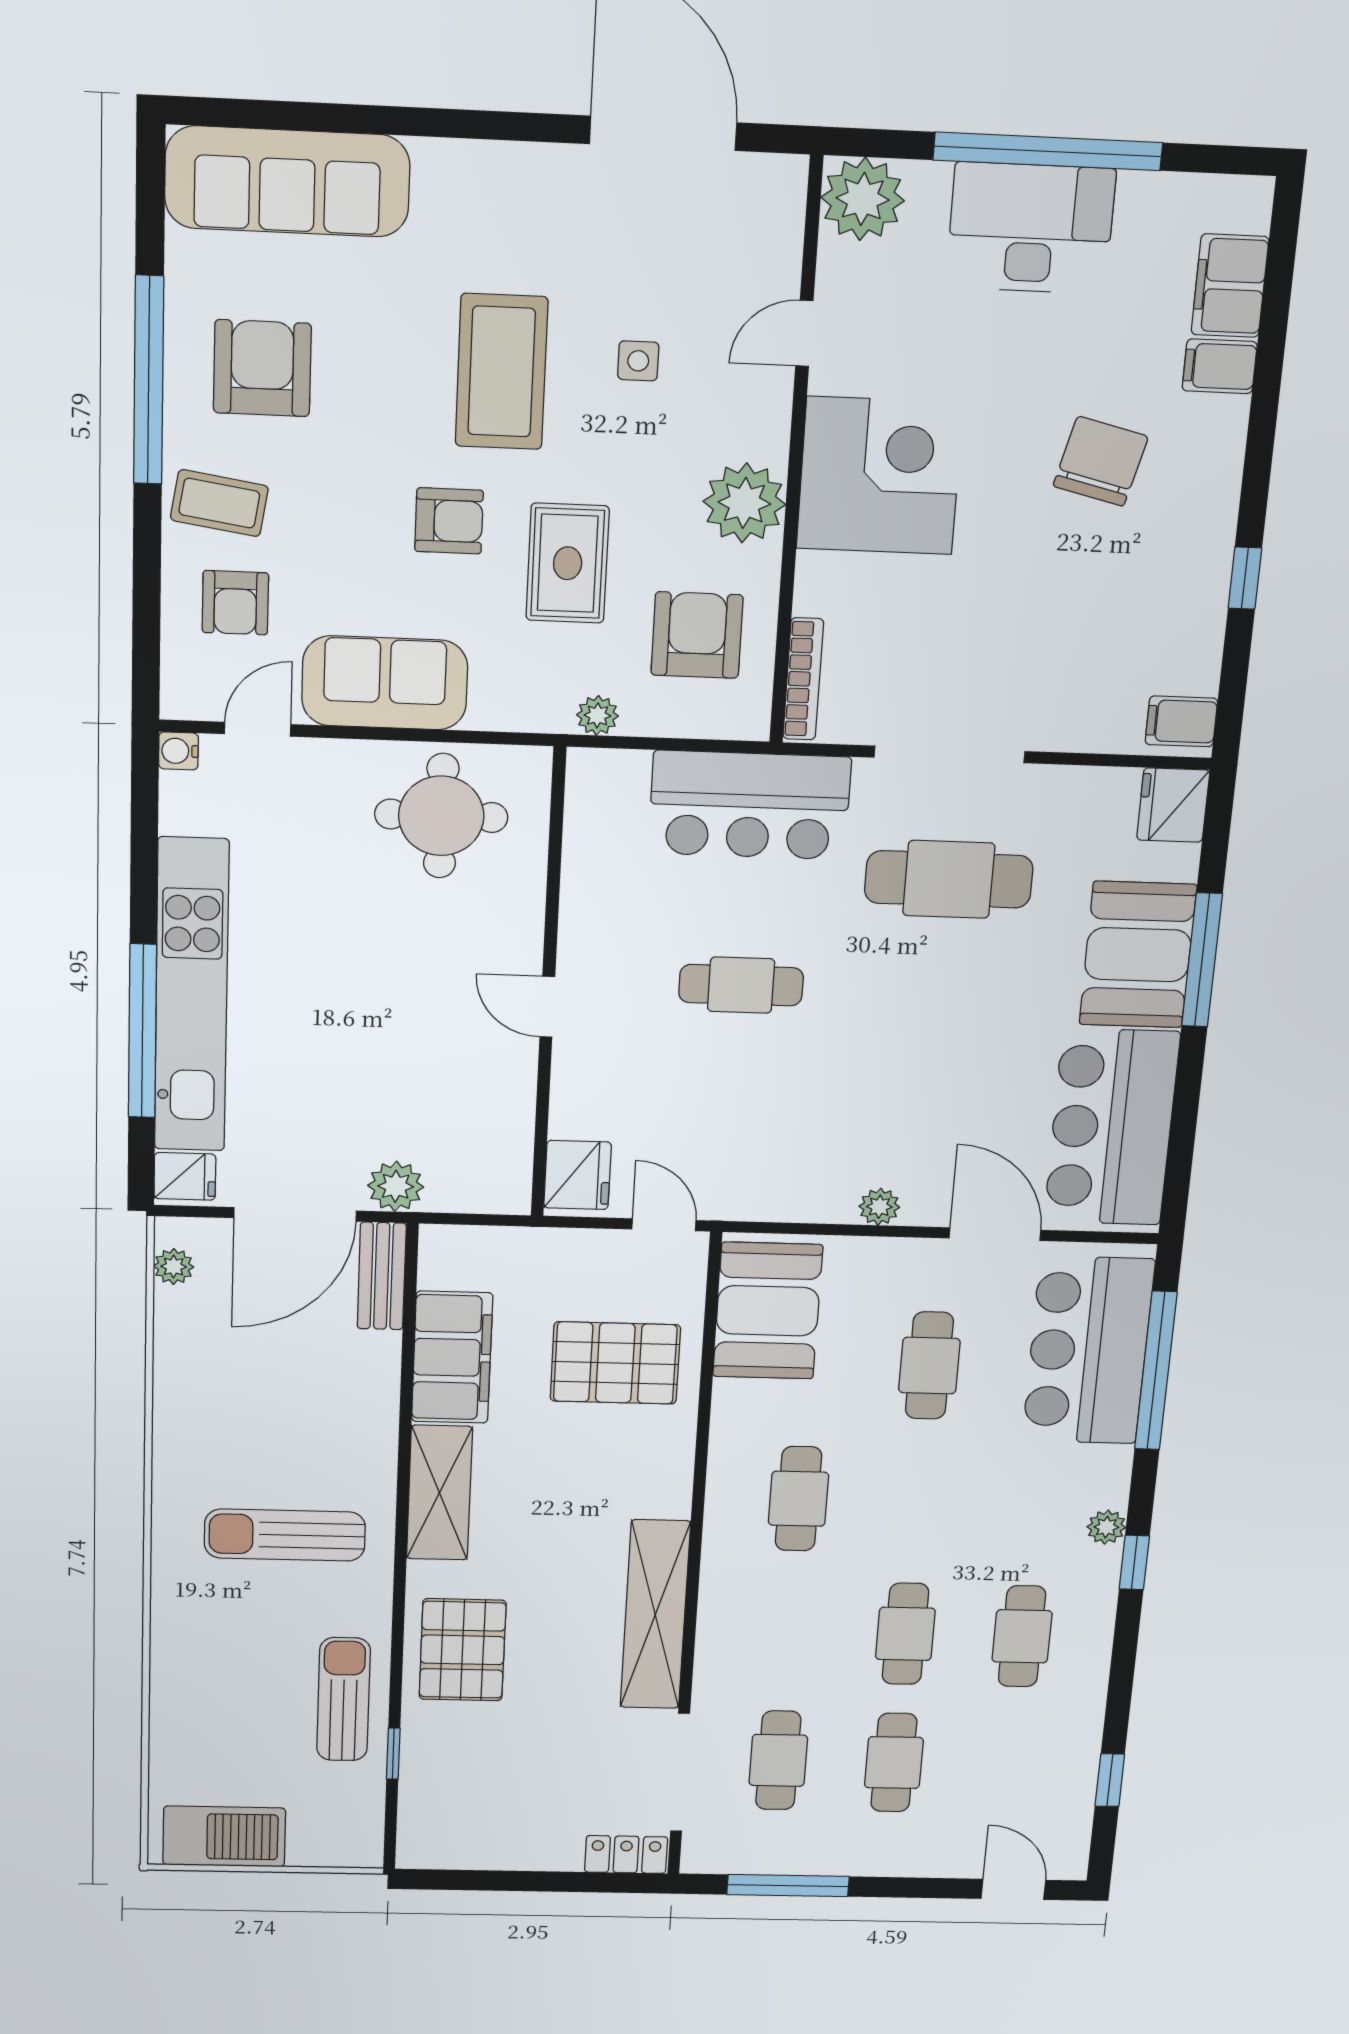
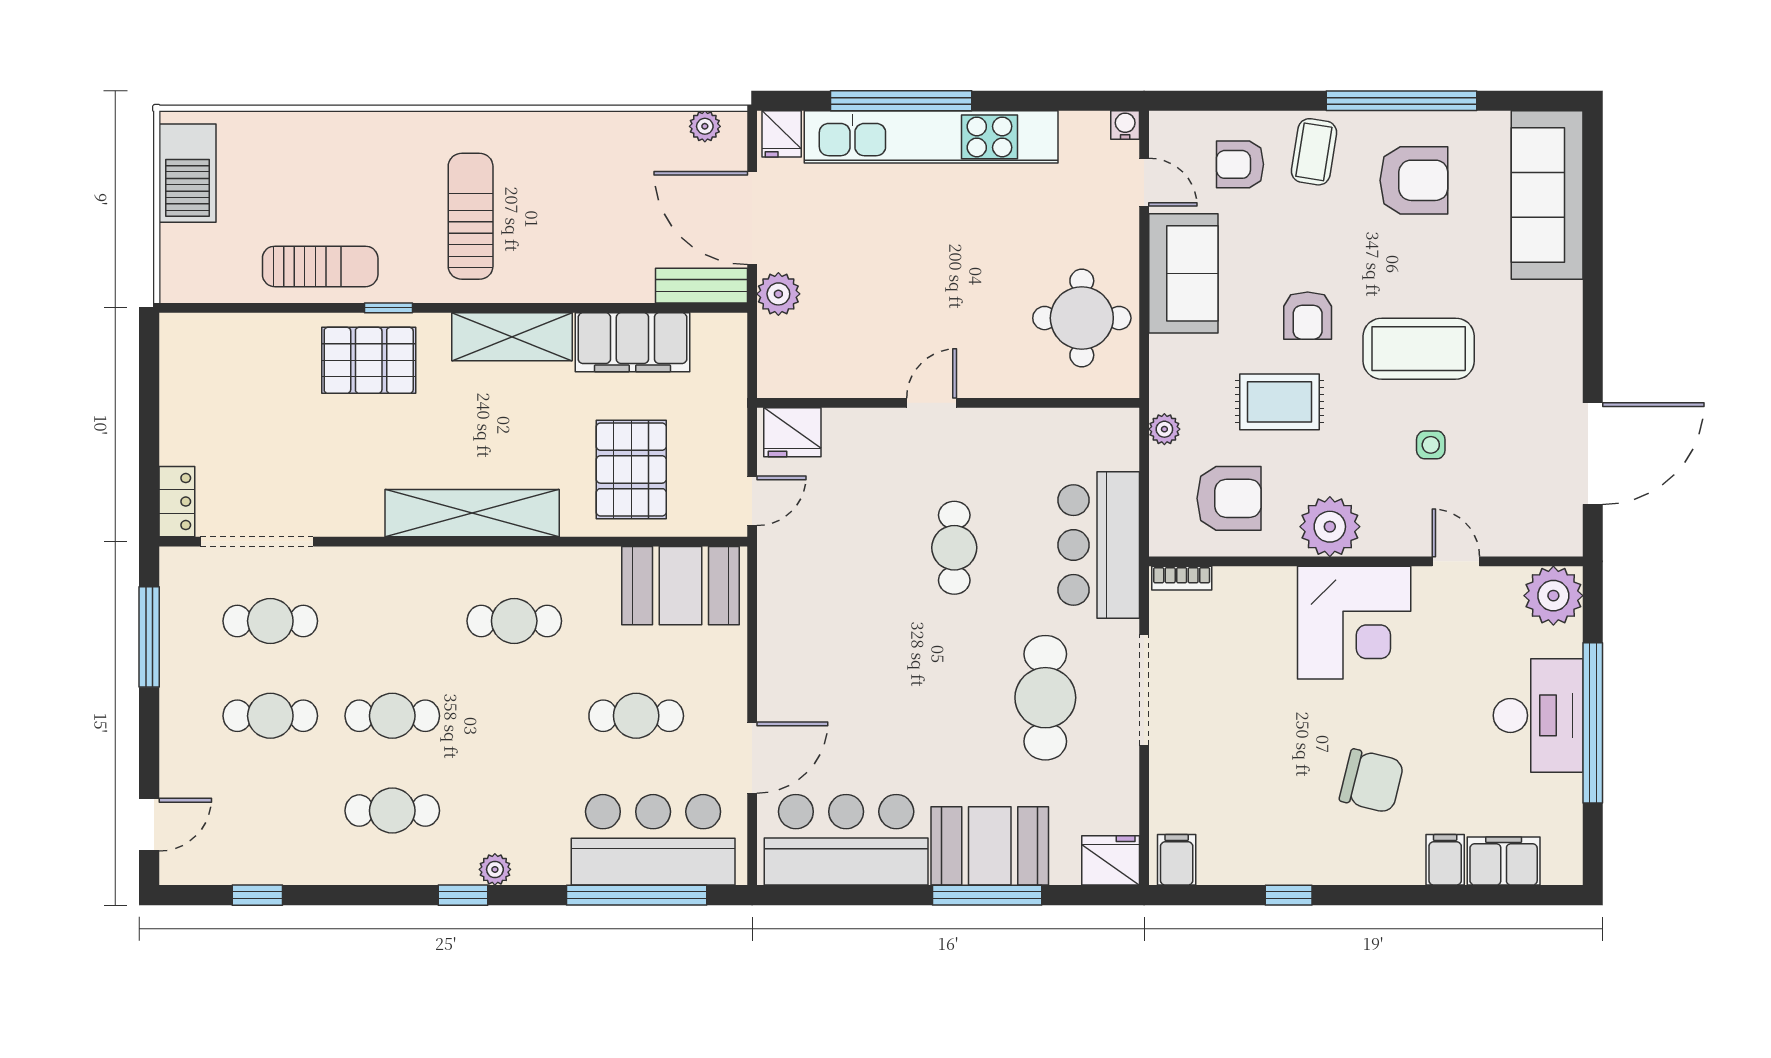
bookcase: (803, 679) -> (1182, 578), width x0.64
plant: (879, 1207) -> (773, 666), removed
shelving: (655, 1615) -> (472, 513), moved
window: (393, 1754) -> (389, 308), moved

